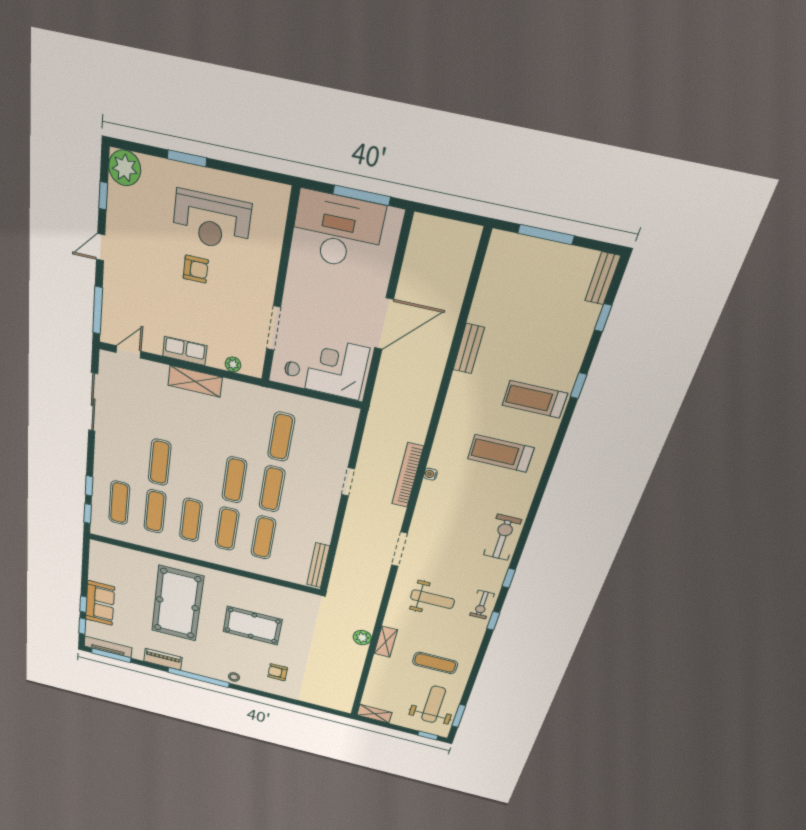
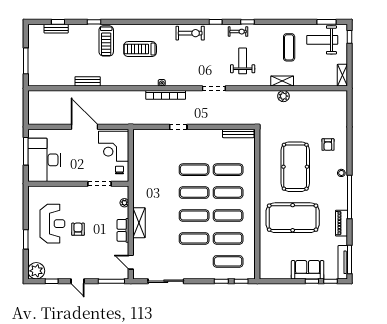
bench: (603, 278) -> (56, 29), moved
exercise mat: (281, 437) -> (194, 216), moved
treadmill: (501, 453) -> (140, 49), turned 90
exercise bike: (502, 537) -> (190, 33), turned 180
pool table: (252, 626) -> (295, 167), width x1.36, depth x1.32

